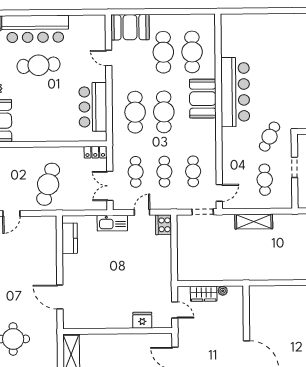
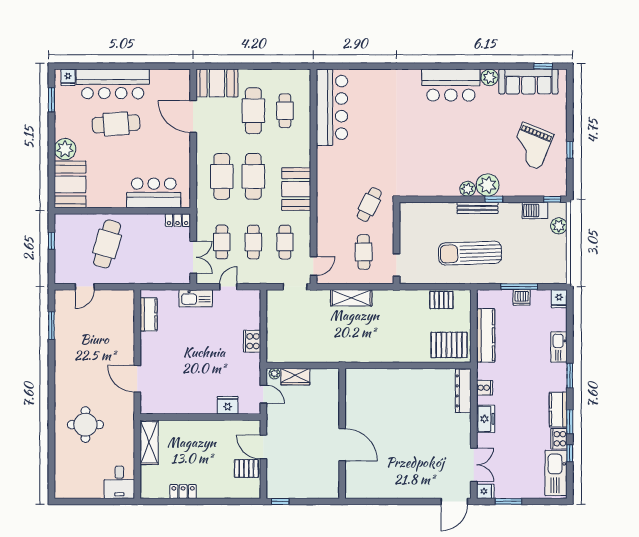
cafe table: (192, 52) -> (285, 111), width x0.73, depth x0.74
door: (109, 58) -> (193, 117), width x1.88
bar counter: (235, 92) -> (332, 107), moved
booth: (203, 99) -> (296, 189), moved
bar counter: (93, 107) -> (154, 193), moved, turned 90
doorway: (295, 167) -> (397, 265), moved
cafe table: (48, 184) -> (107, 244), moved
double door: (110, 186) -> (193, 257), swing flipped
cooker: (164, 225) -> (252, 341), moved
plant: (223, 291) -> (274, 374), moved

